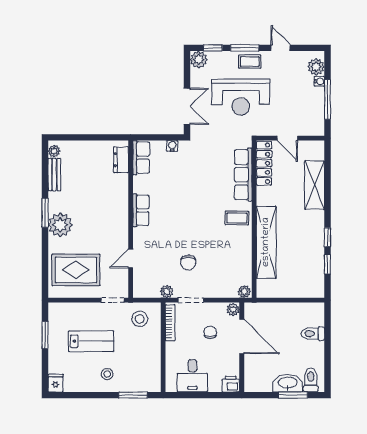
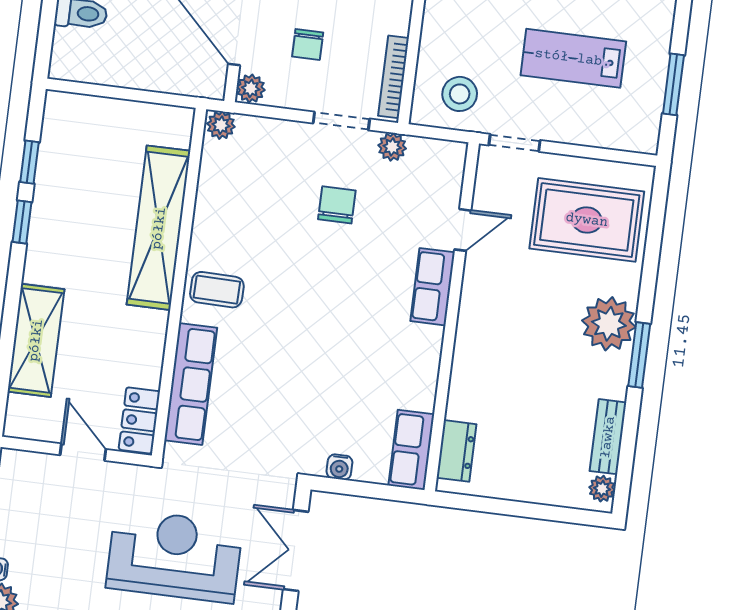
locker: (264, 163) -> (139, 420), width x0.66
row of seats: (141, 210) -> (433, 287), moved

